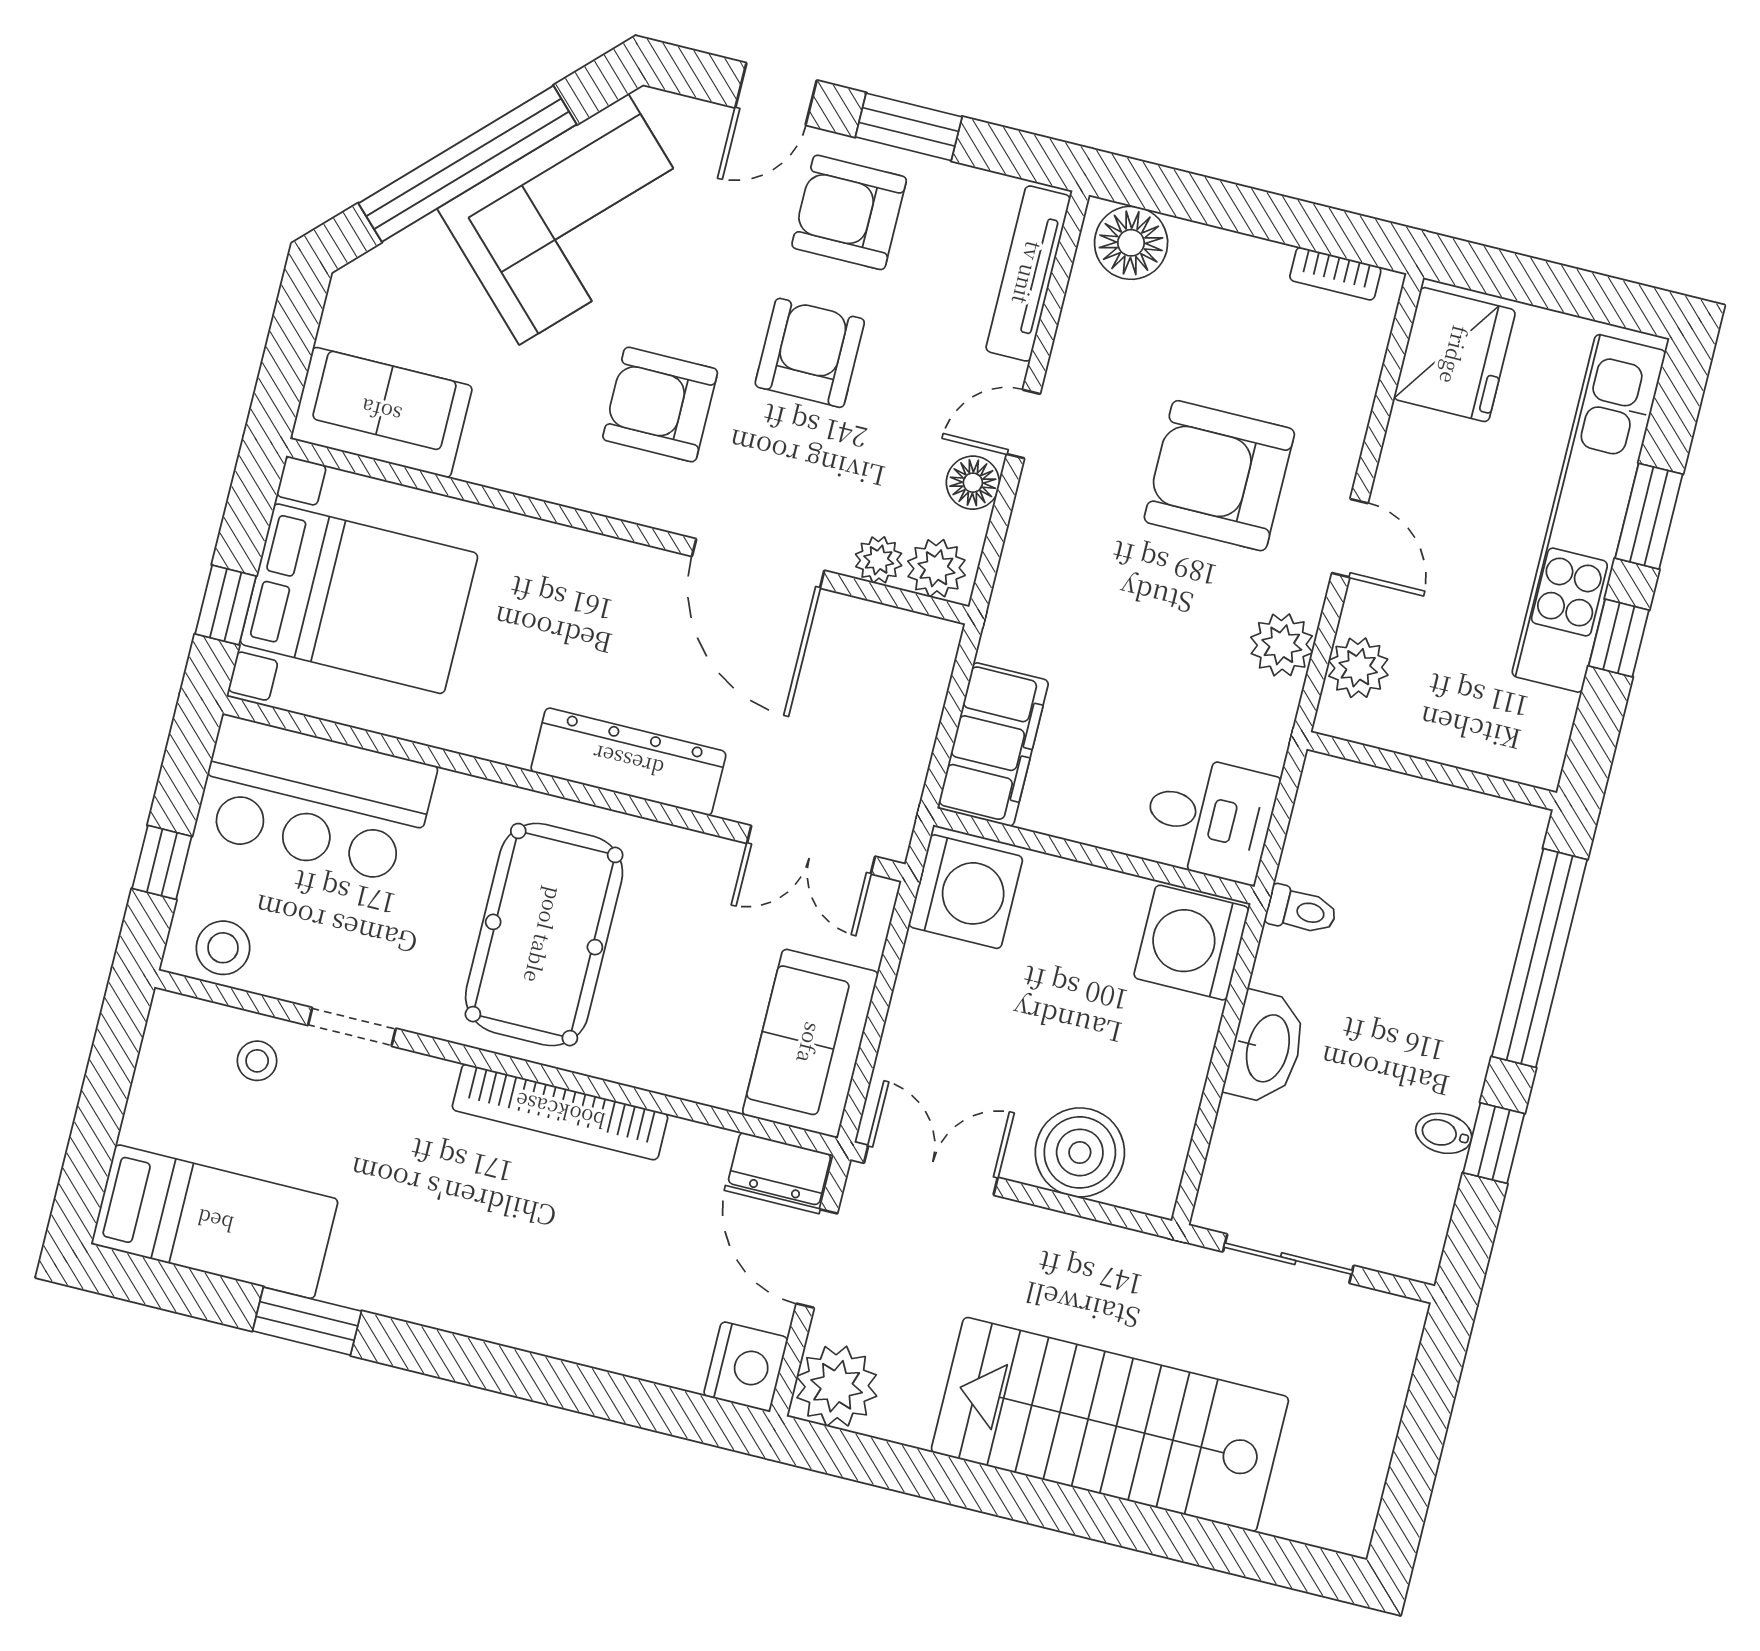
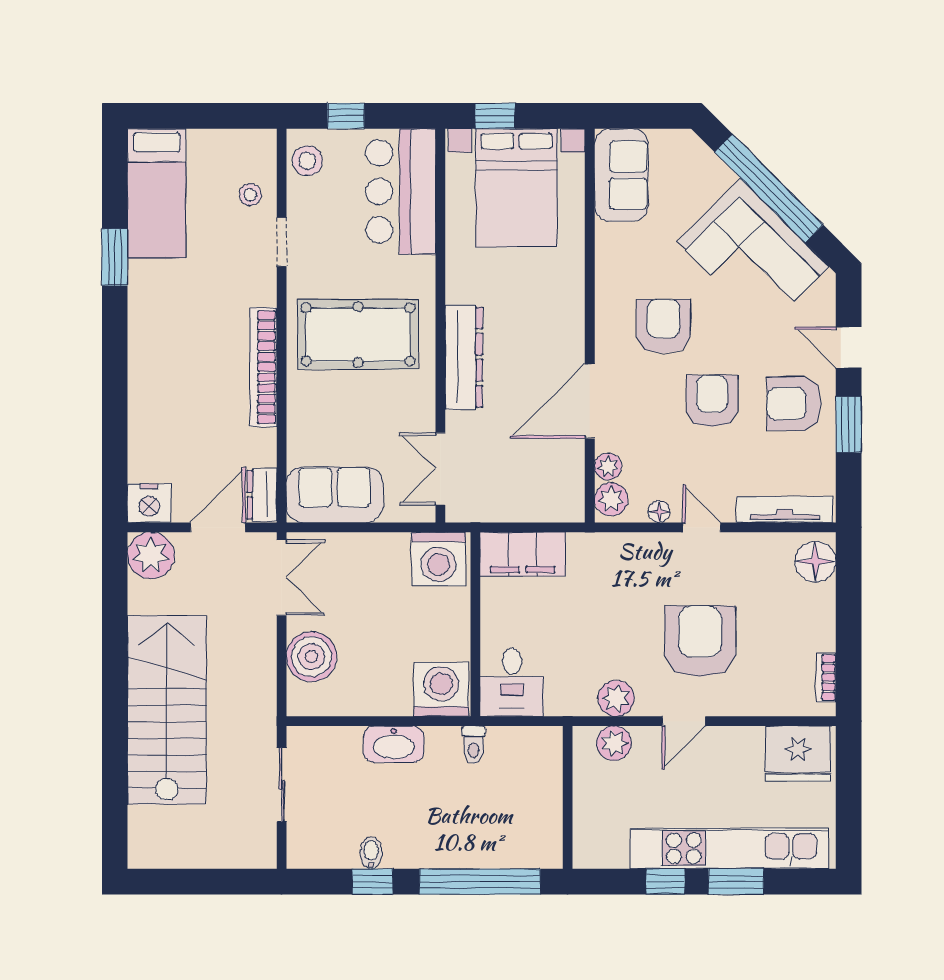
armchair: (849, 212) -> (794, 403), turned -90
armchair: (810, 353) -> (712, 401), turned -90
floor lamp: (973, 483) -> (659, 512), width x0.73, depth x0.73

